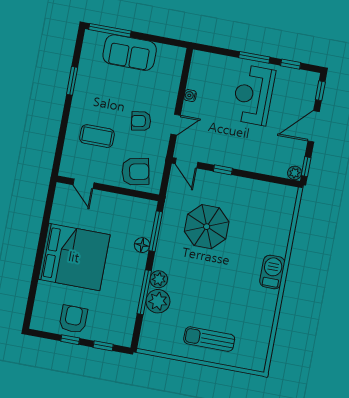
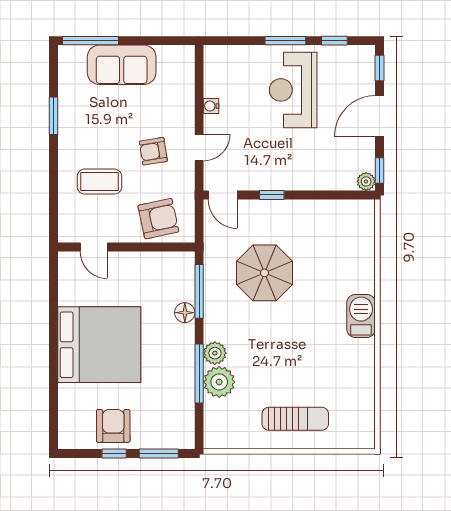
sun lounger: (209, 339) -> (295, 419), turned 180
window: (103, 346) -> (159, 454), width x1.50

